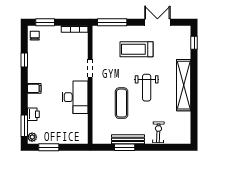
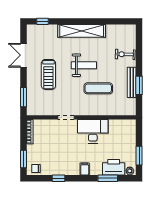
window: (112, 22) -> (23, 97), width x0.69
printer: (33, 114) -> (114, 167), width x1.87, depth x1.48
window: (24, 126) -> (108, 178), moved

